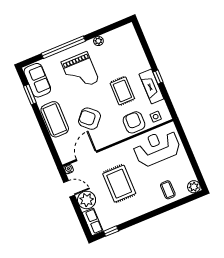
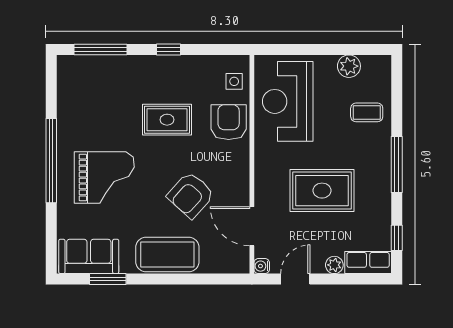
plant: (98, 41) -> (65, 125), removed
window: (144, 43) -> (100, 49), added
window: (63, 47) -> (51, 161), moved
fireplace: (151, 86) -> (180, 67), removed
armchair: (134, 122) -> (229, 122), turned 90
plant: (194, 187) -> (349, 66), moved
plant: (87, 200) -> (334, 265), width x0.53, depth x0.53
window: (148, 216) -> (397, 164), added

